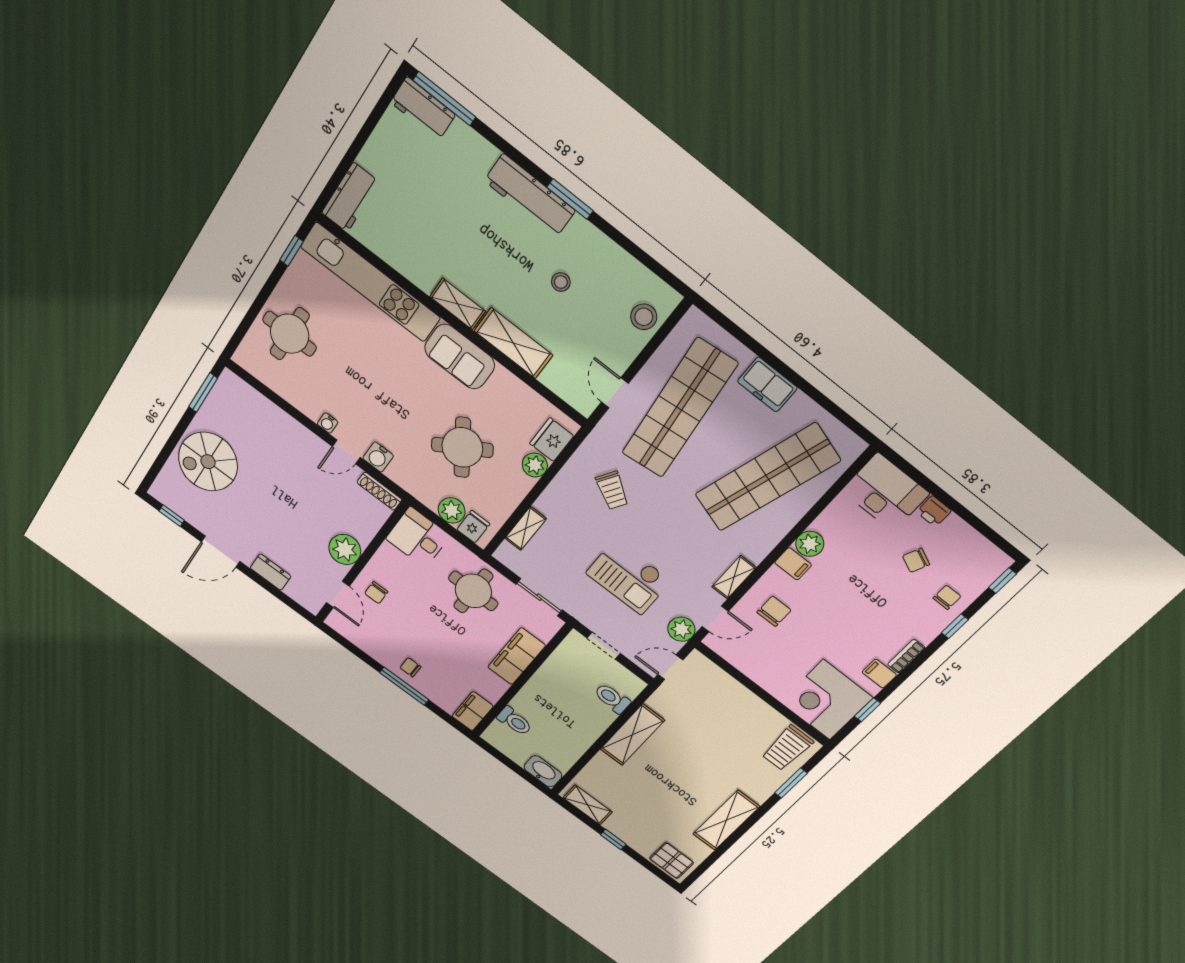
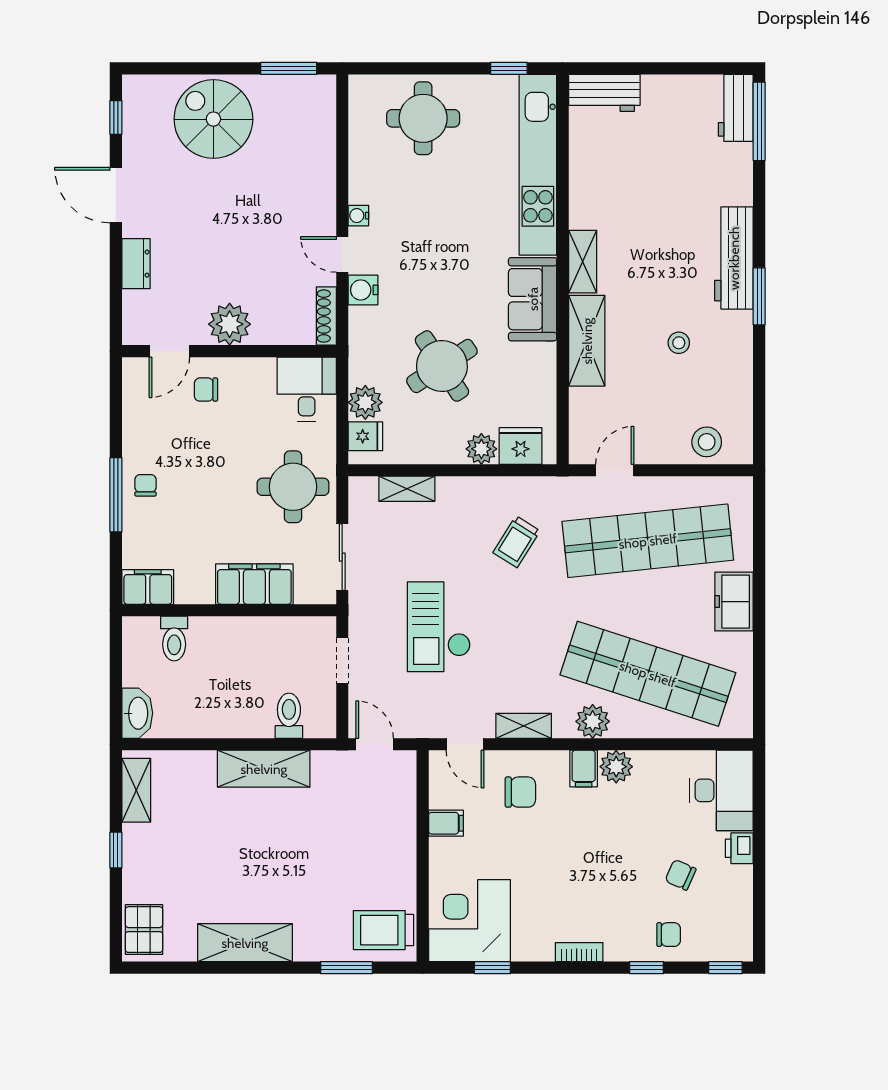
plant: (681, 629) -> (593, 721), moved
filing cabinet: (879, 674) -> (446, 823), moved, turned 90

